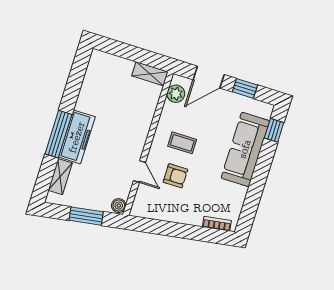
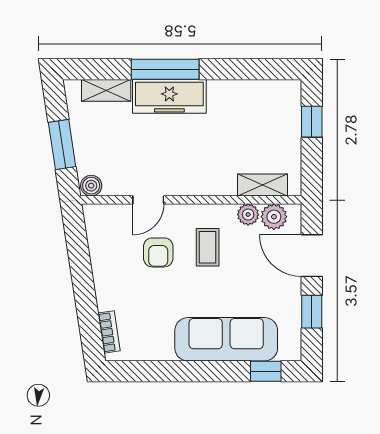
window: (122, 50) -> (312, 122), added
shelving: (150, 74) -> (263, 185), moved, turned 90
plant: (169, 110) -> (248, 215), added

